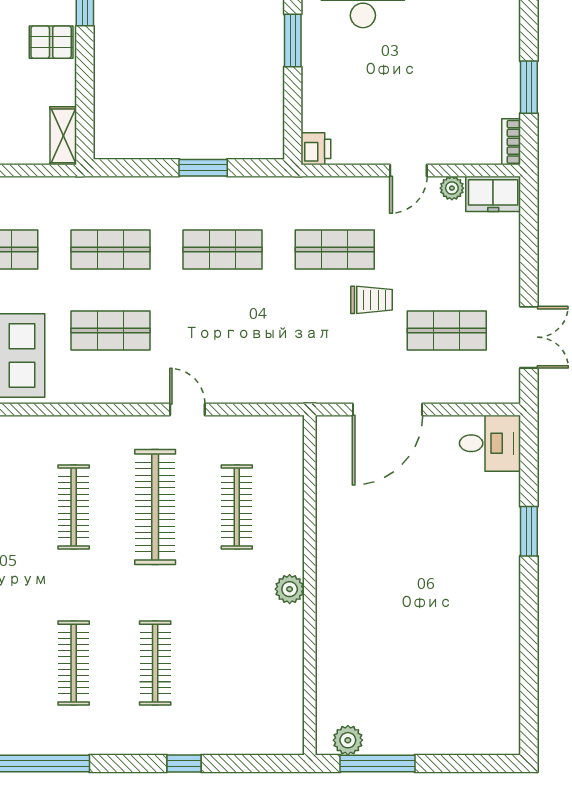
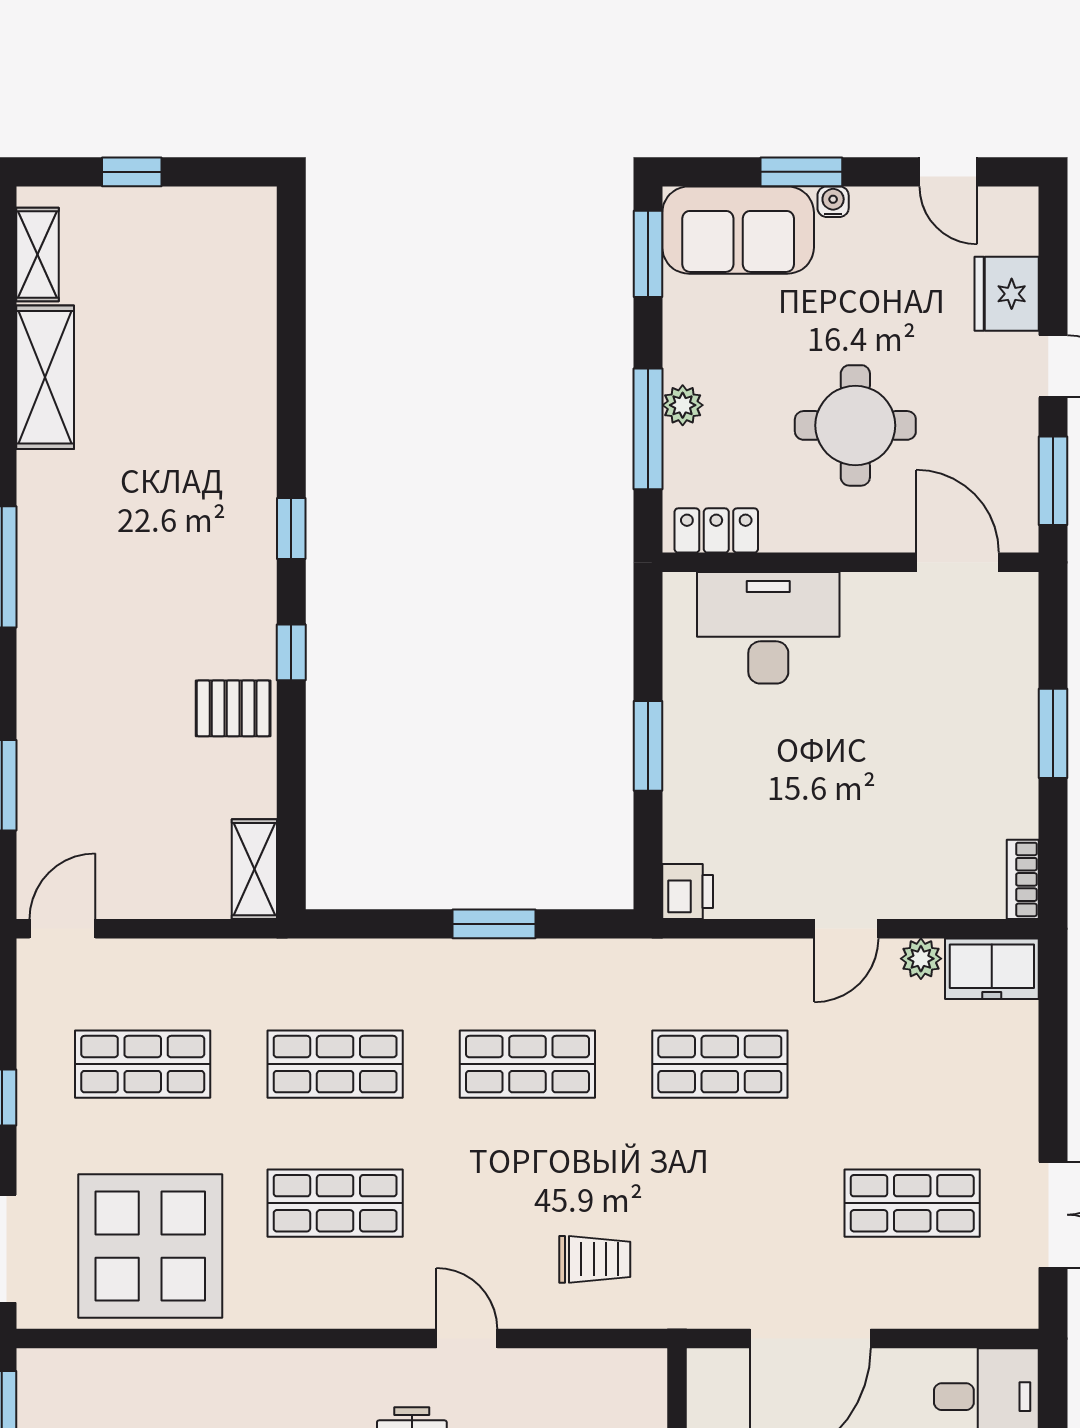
window: (293, 41) -> (648, 746), moved
window: (529, 87) -> (1053, 733), moved
trolley: (372, 300) -> (595, 1259), moved

